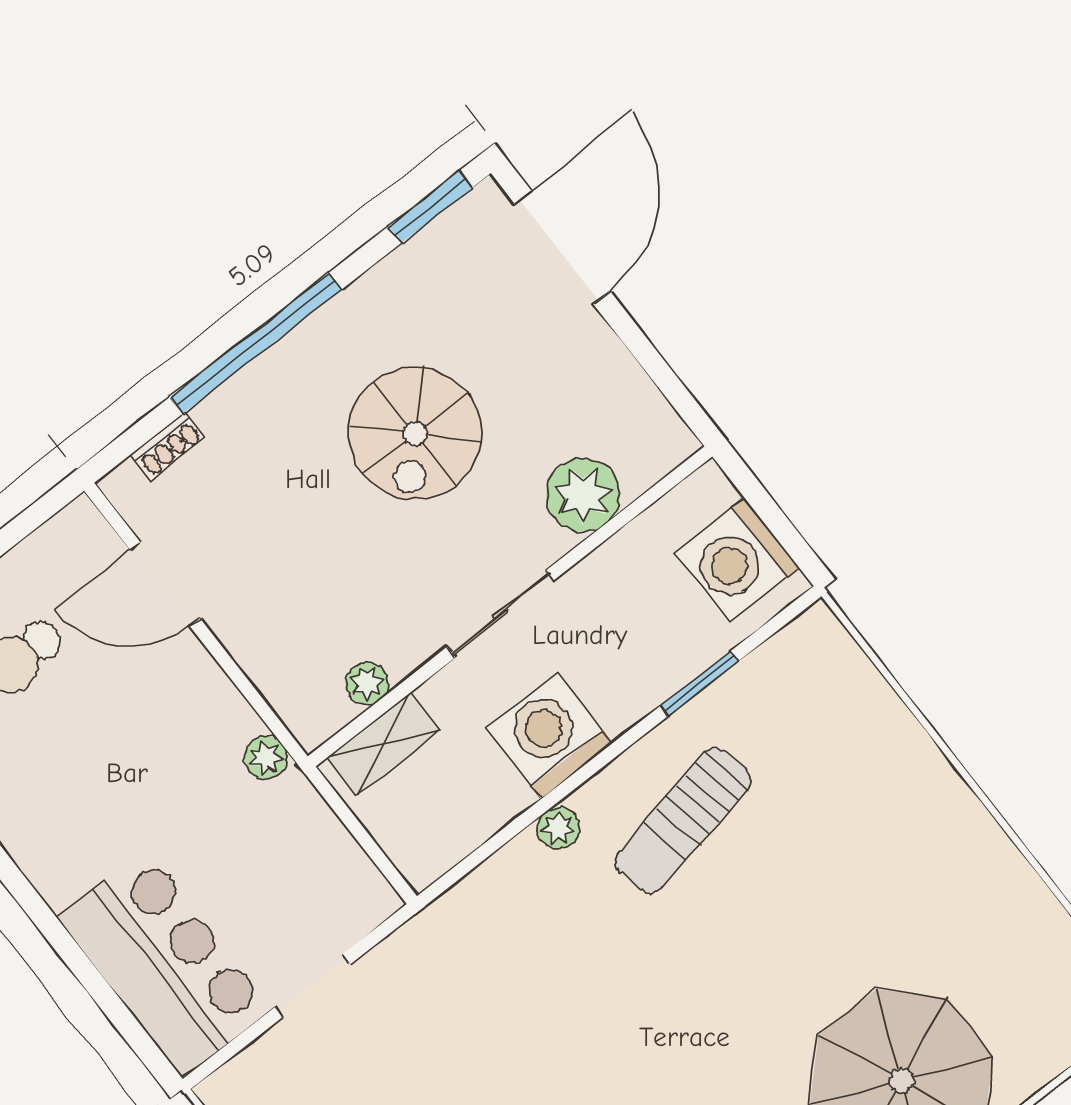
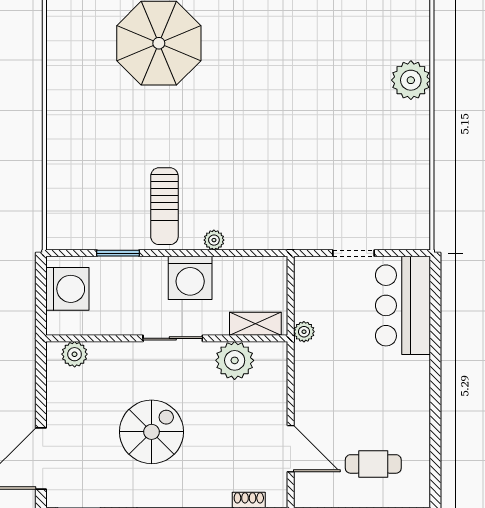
plant: (583, 495) -> (75, 354), moved, width x0.73, depth x0.73
plant: (367, 683) -> (235, 360), width x1.88, depth x1.88
plant: (266, 758) -> (304, 332), moved
sun lounger: (683, 820) -> (164, 206), turned 101

